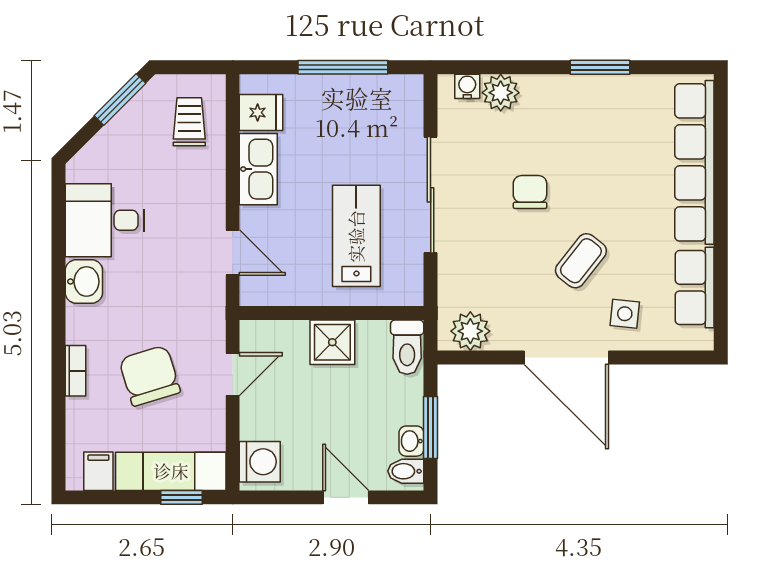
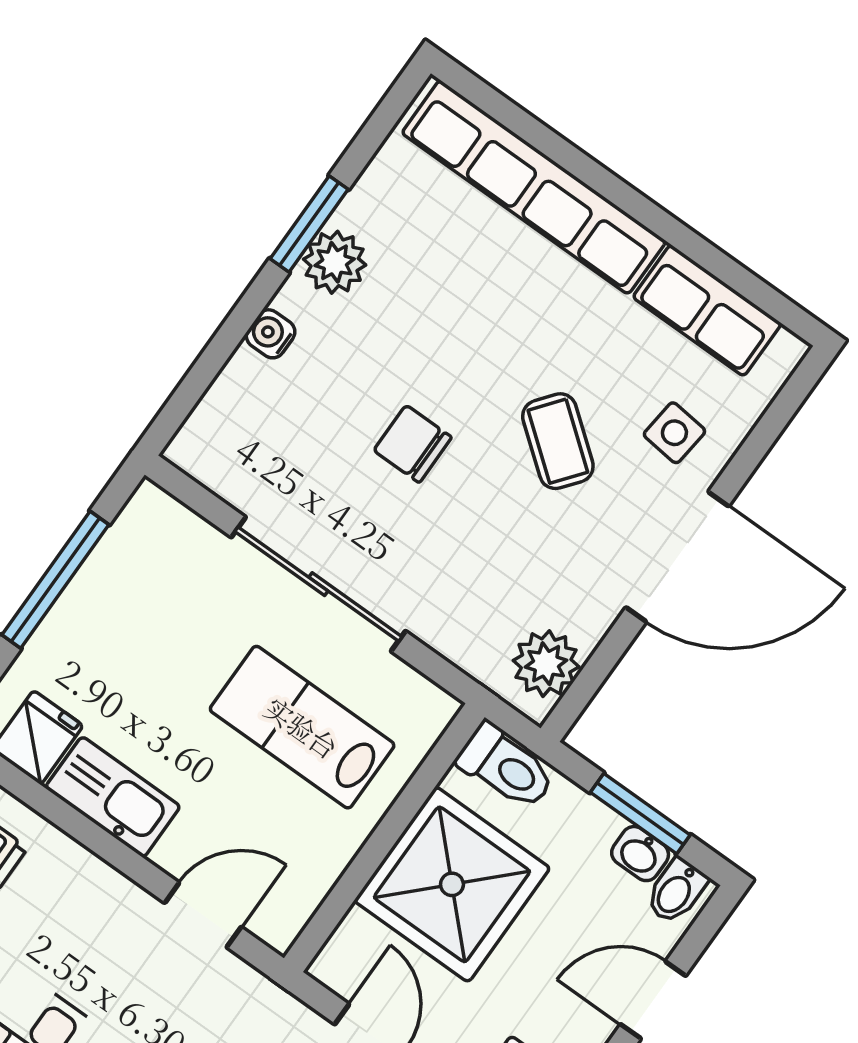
water cooler: (467, 86) -> (271, 334), moved
plant: (501, 93) -> (335, 262), moved
shower: (332, 342) -> (452, 884), width x1.86, depth x1.86

